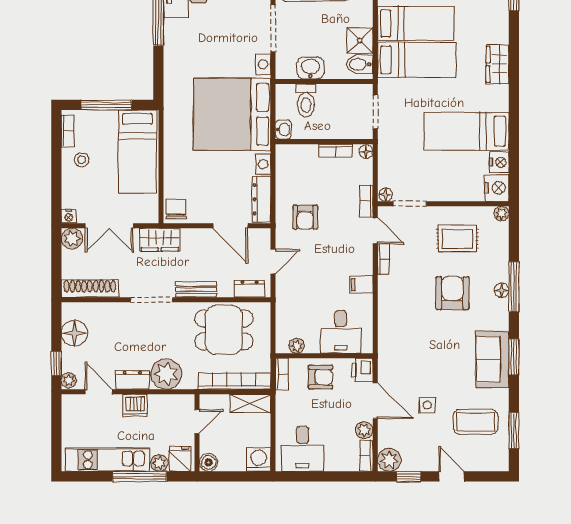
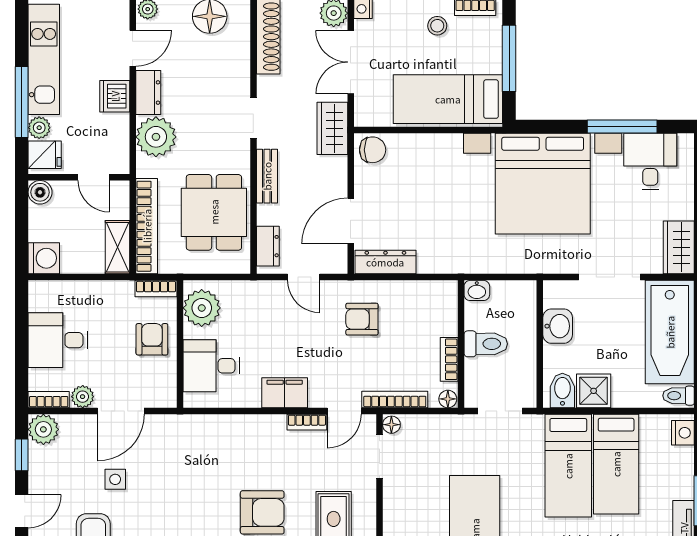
toilet: (306, 100) -> (486, 344), moved, turned 180
bed with nightstands: (232, 114) -> (543, 184), moved, turned 180
bookcase: (366, 201) -> (395, 399), width x1.56
filing cabinet: (361, 285) -> (285, 393), width x2.00
doorway: (152, 300) -> (253, 118), width x0.73
plant: (297, 346) -> (202, 308), width x1.87, depth x1.87
printer: (362, 370) -> (162, 394), removed
armchair: (320, 377) -> (152, 339), turned 180
desk: (302, 449) -> (58, 340), moved

